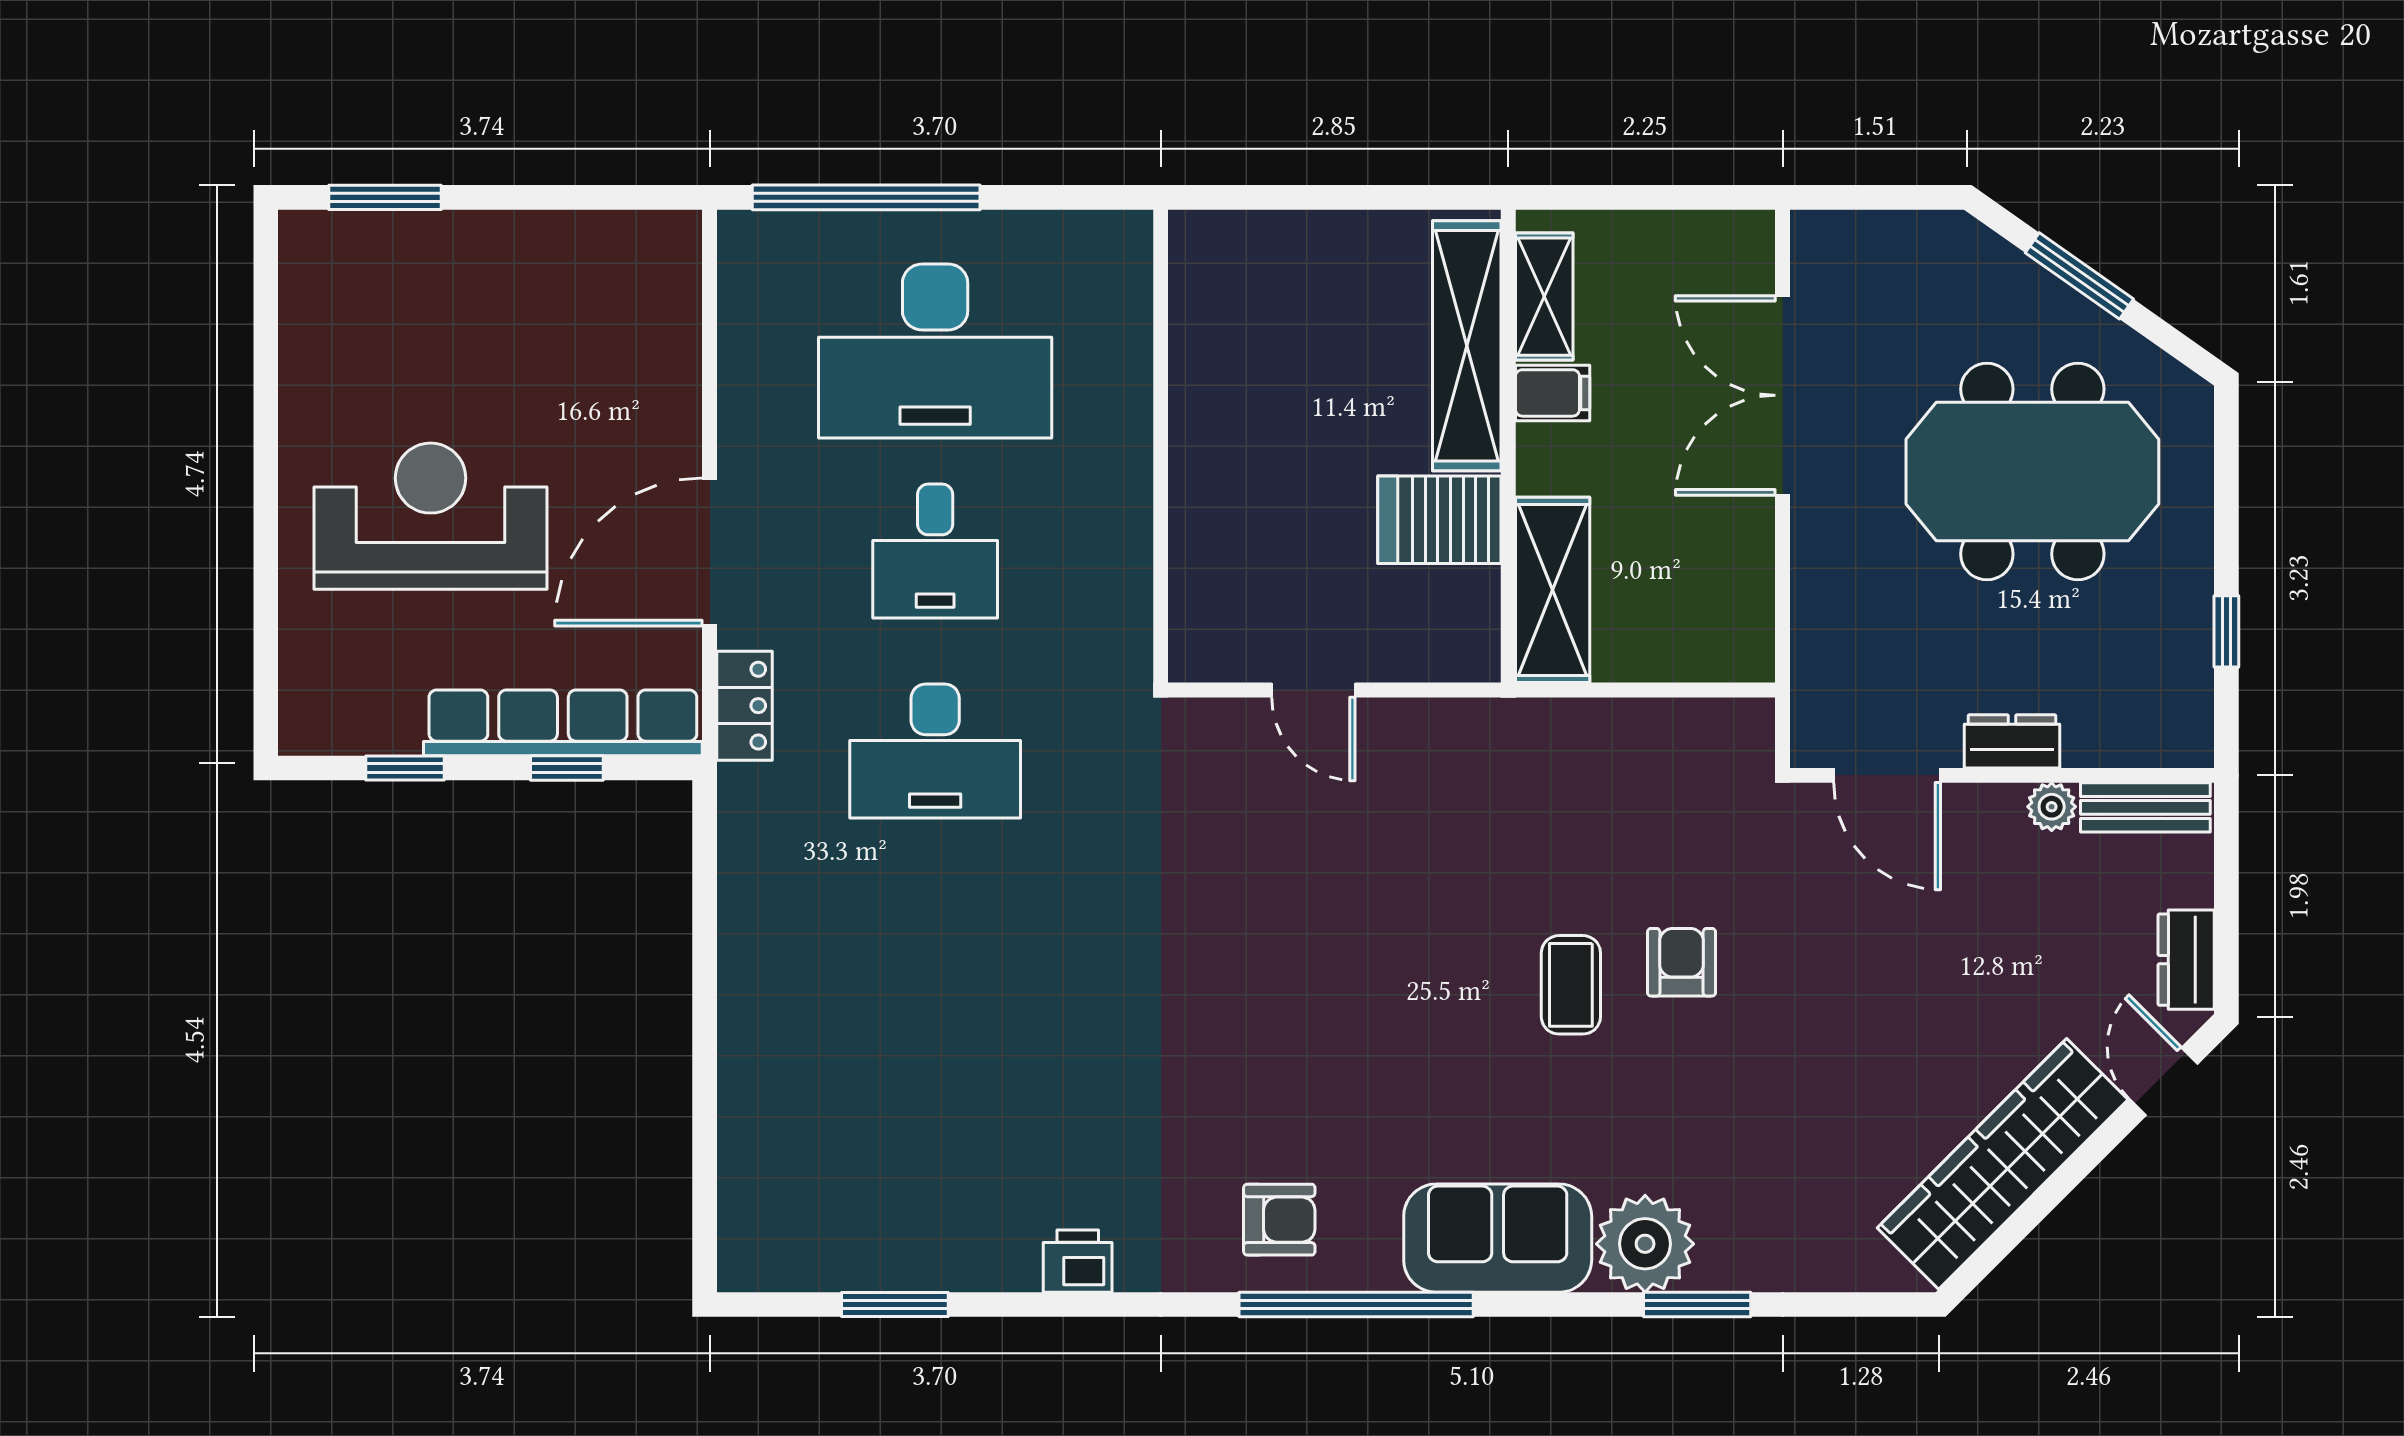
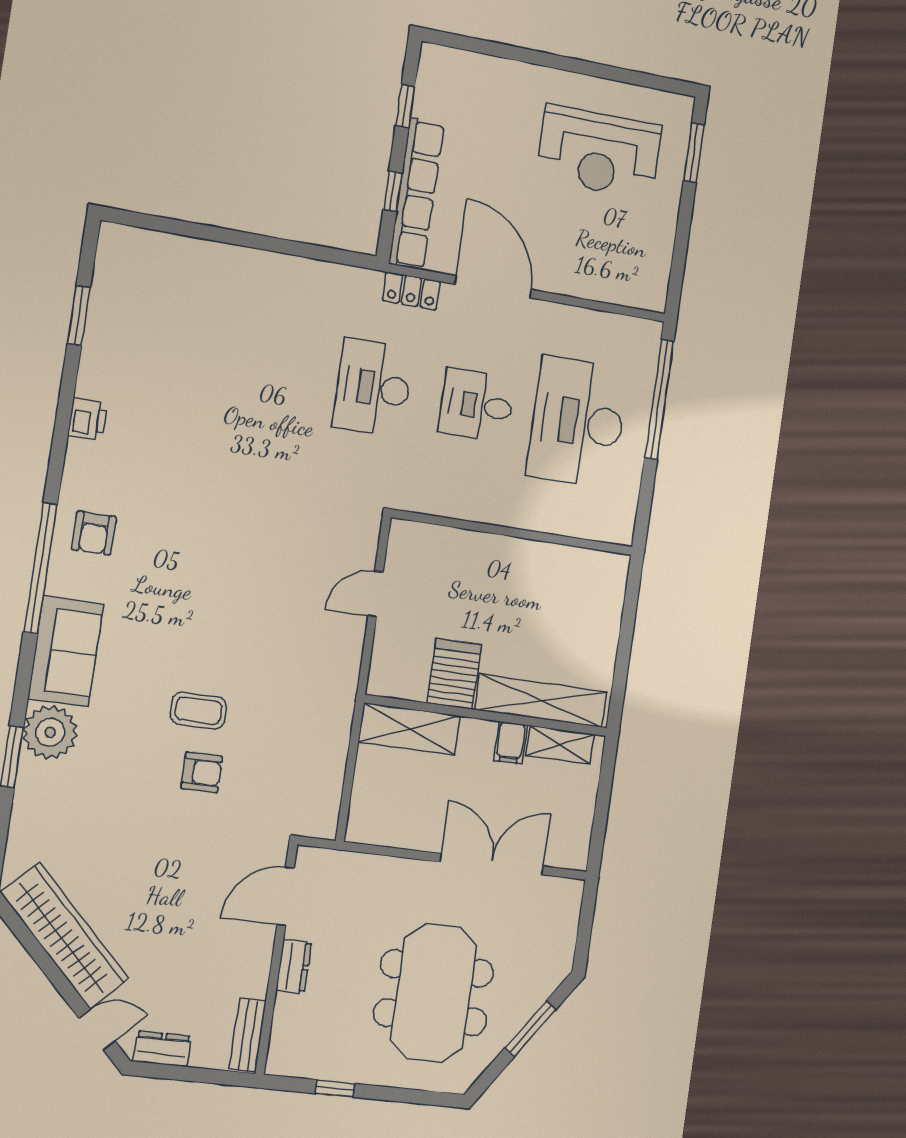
reception desk: (431, 516) -> (599, 152), moved, turned 90
plant: (2052, 807) -> (256, 984), removed

